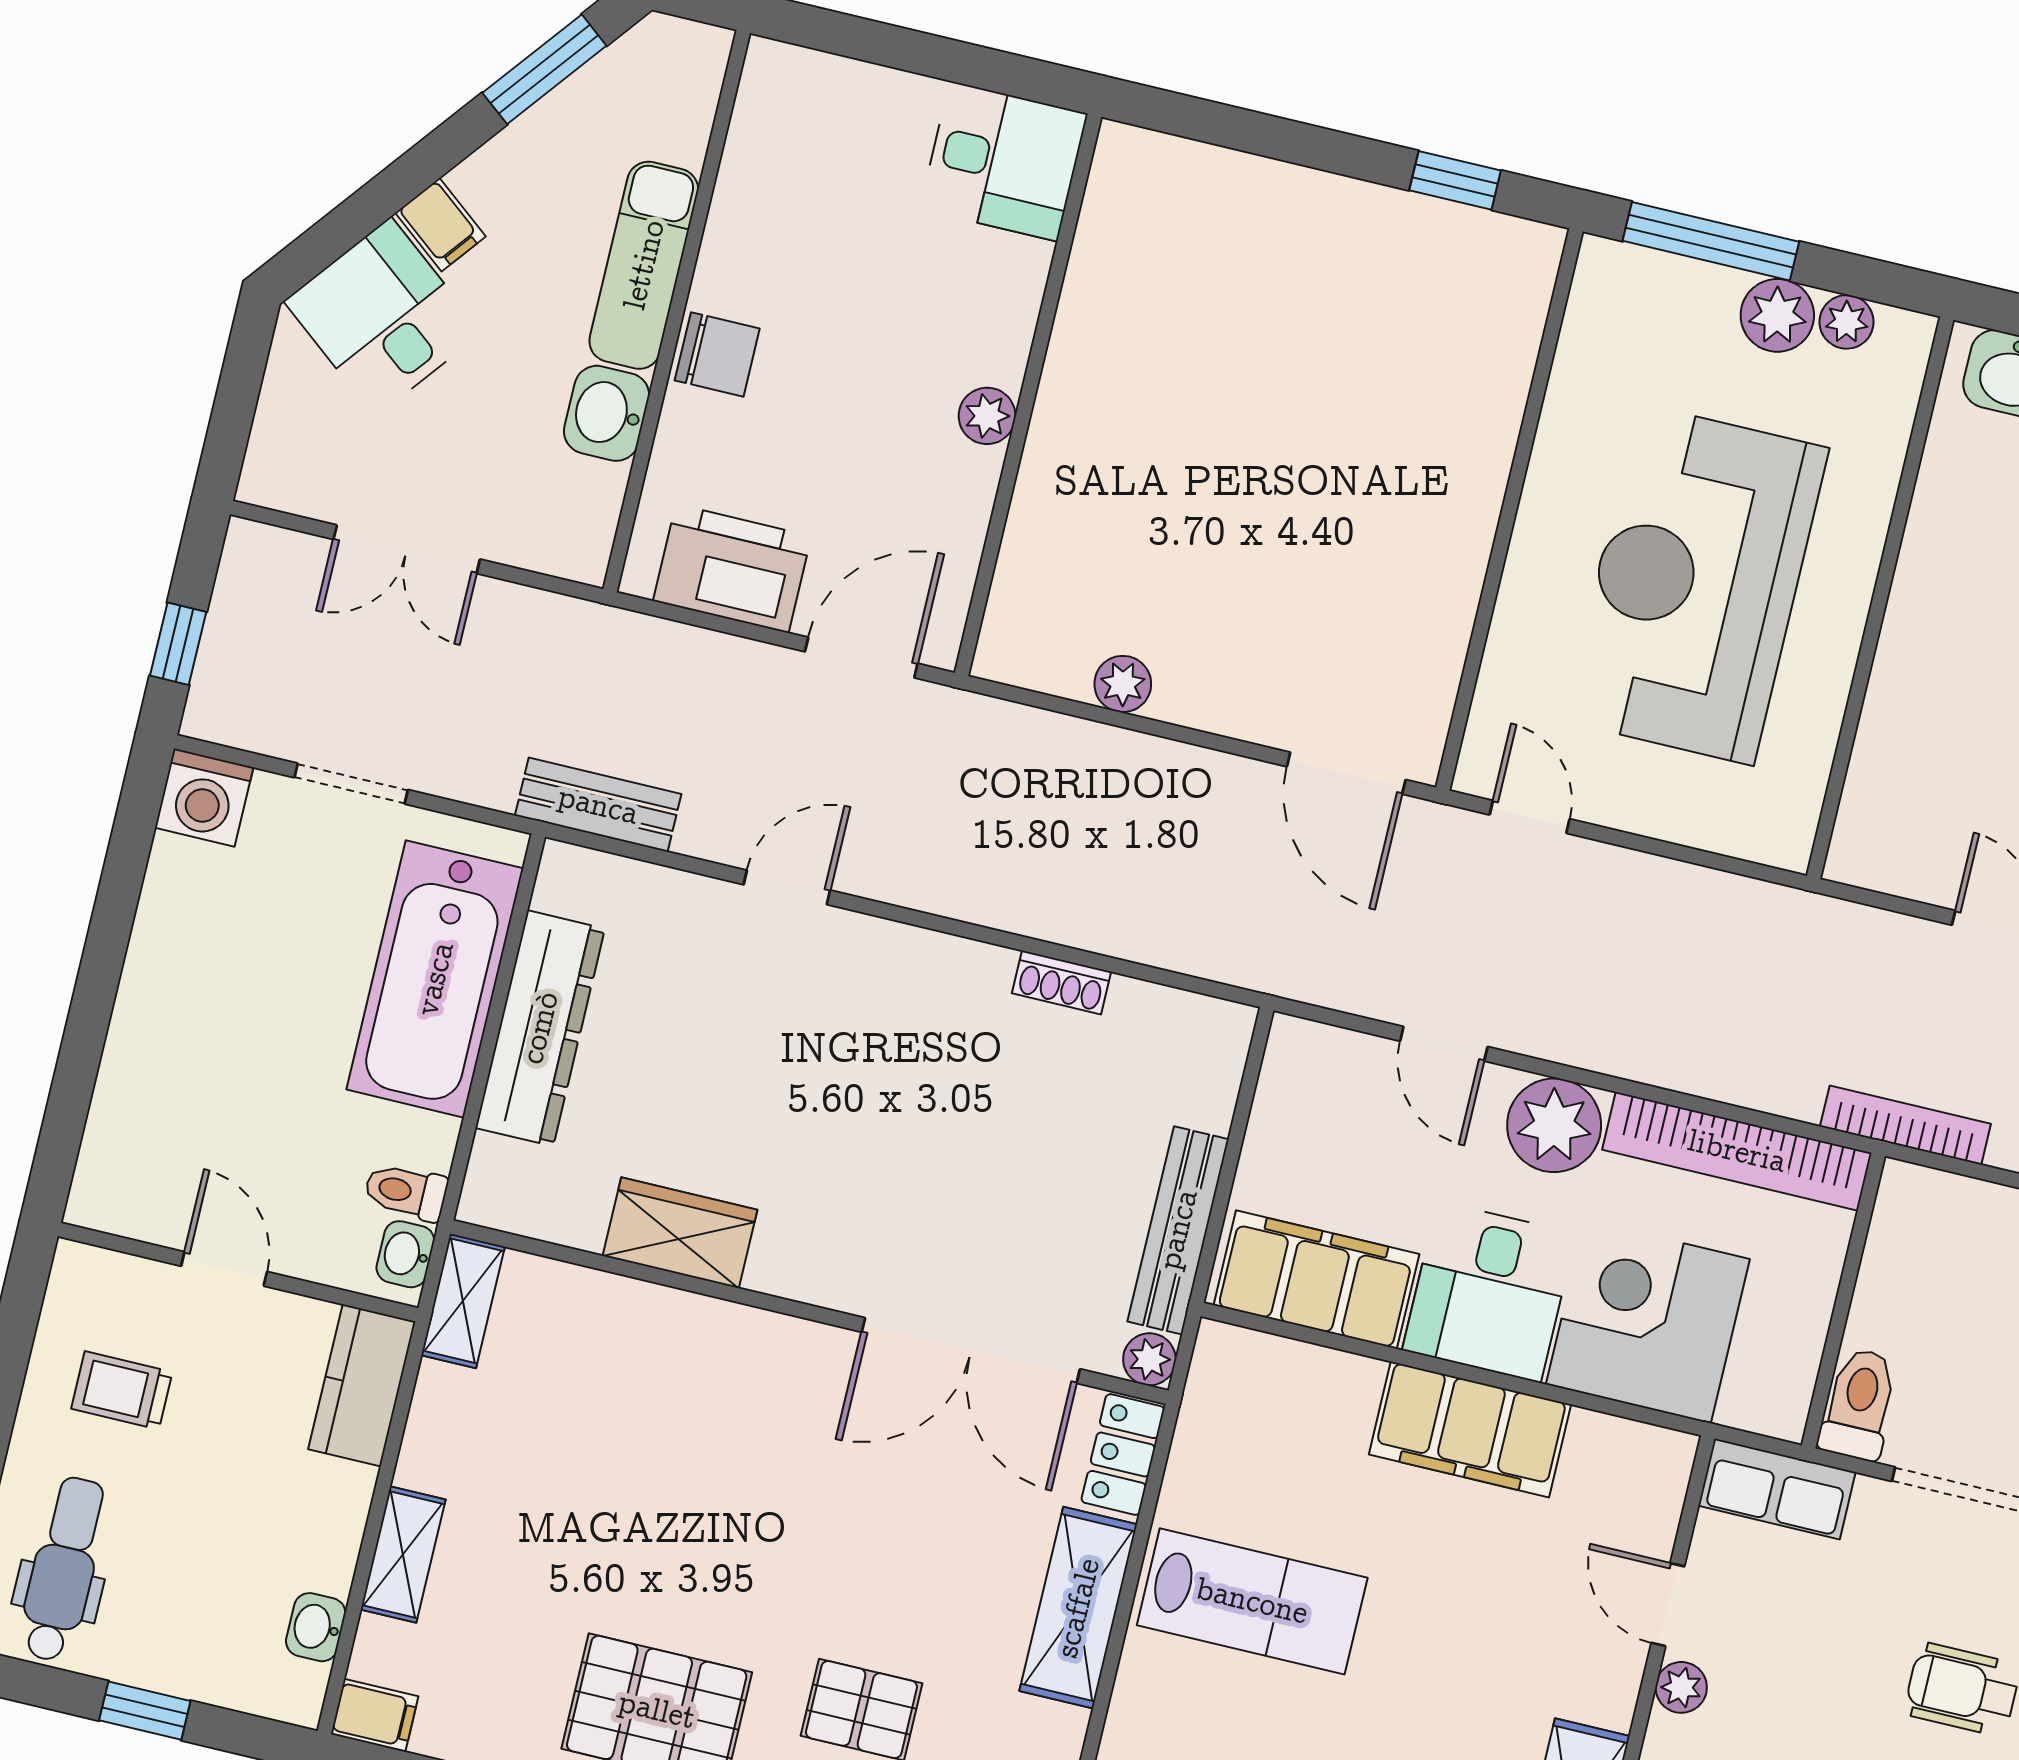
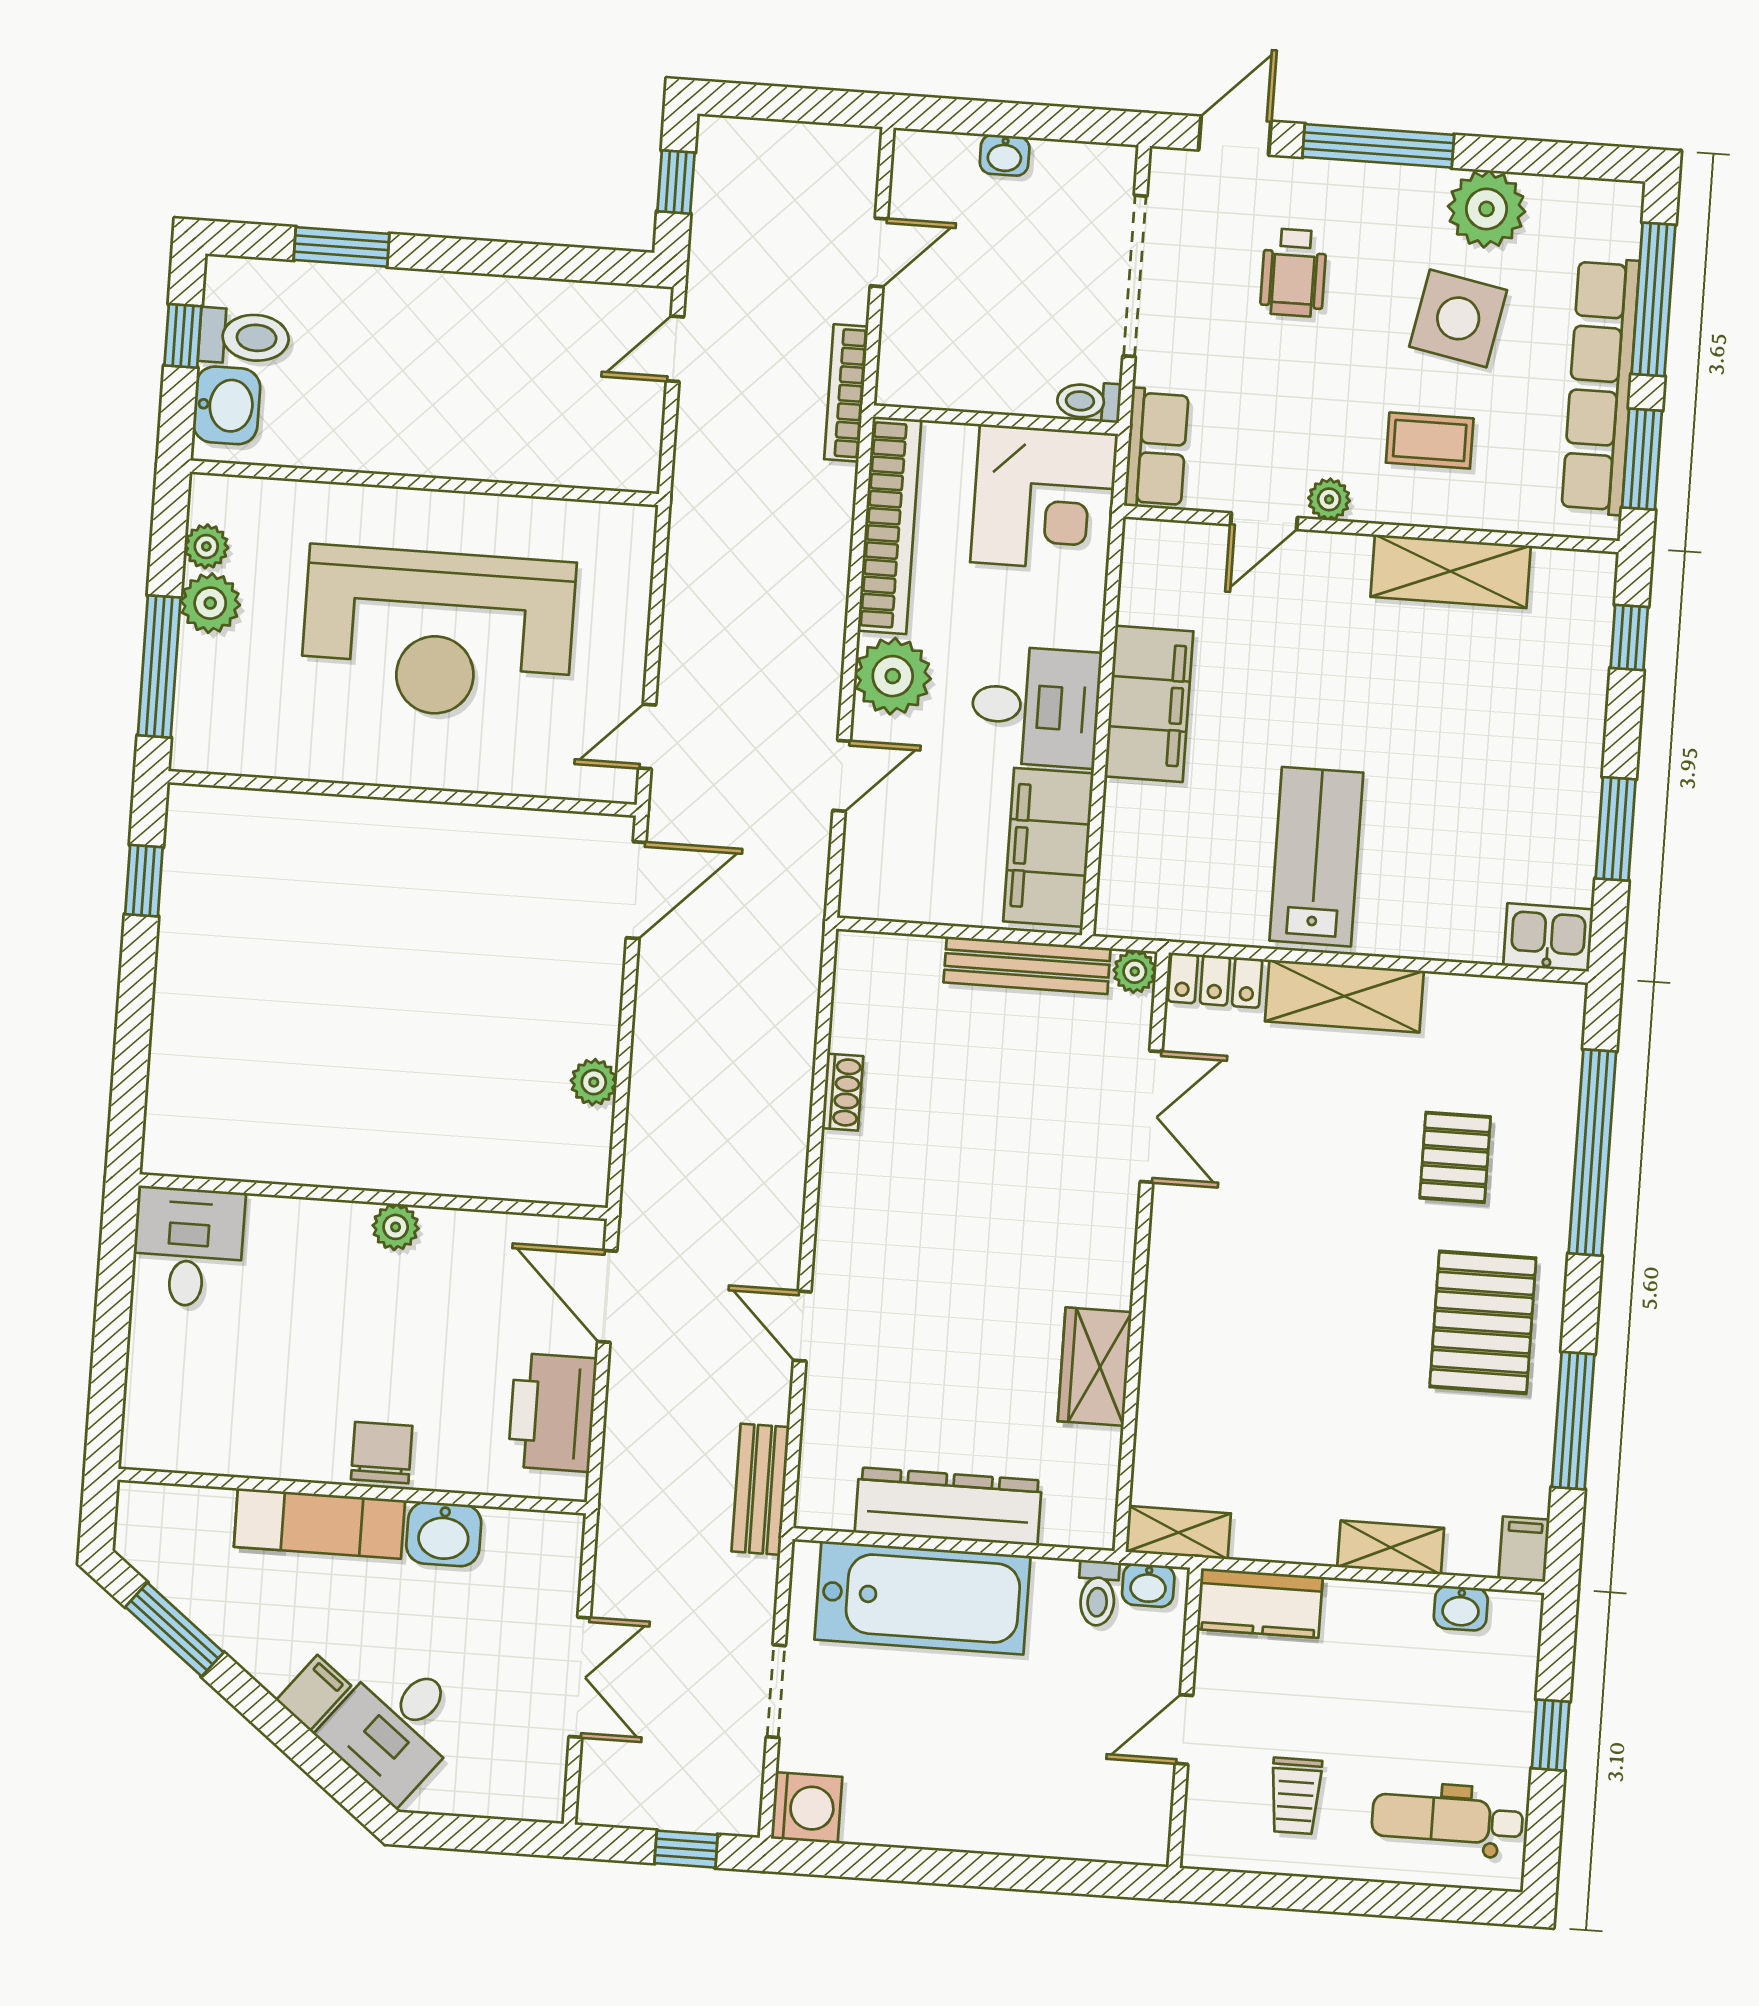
corner desk: (1648, 1322) -> (1044, 498), moved, turned -90
double door: (971, 1351) -> (1151, 1117), width x0.73
toilet: (1859, 1404) -> (1089, 402), width x0.73, depth x0.72

